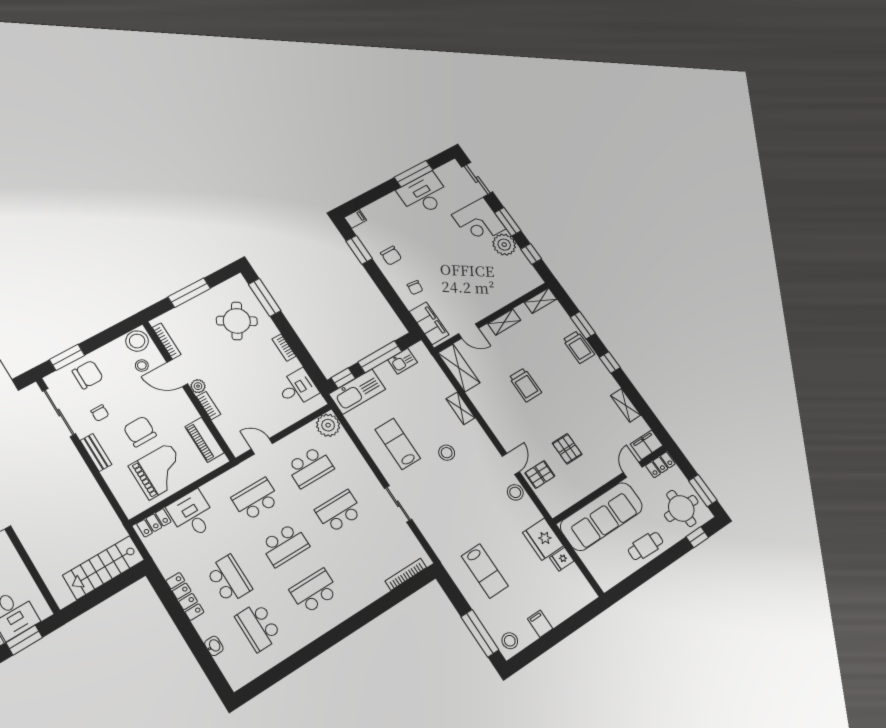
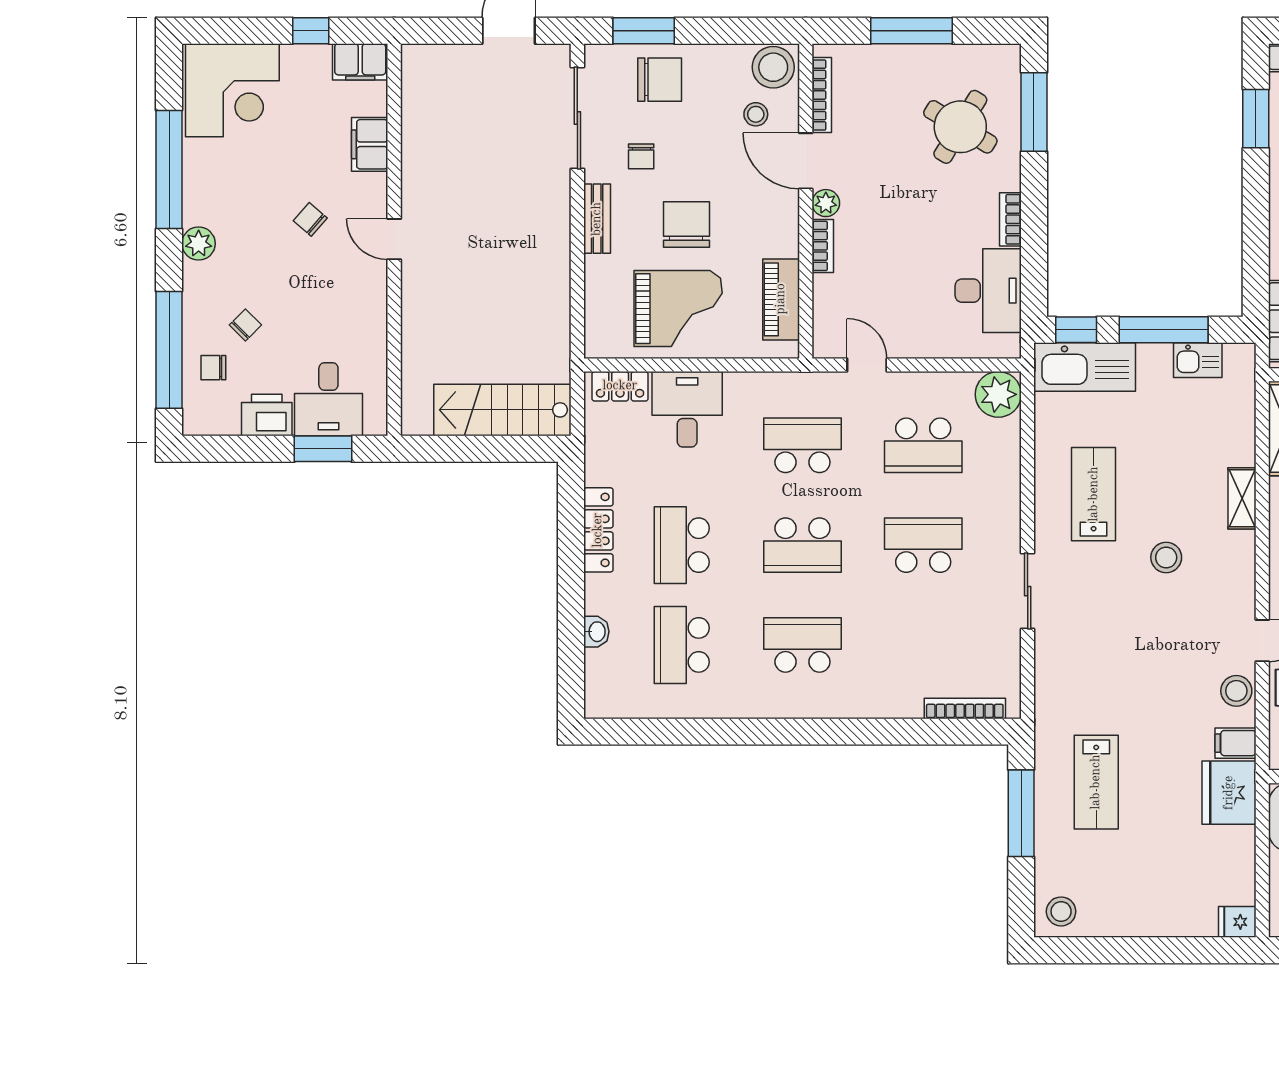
desk: (297, 388) -> (988, 291), width x1.37
fridge: (562, 559) -> (1237, 922), moved
school desk: (229, 579) -> (682, 545), turned 180
filing cabinet: (540, 624) -> (1235, 743), moved, turned -90
window: (480, 633) -> (1021, 813), moved

